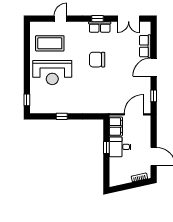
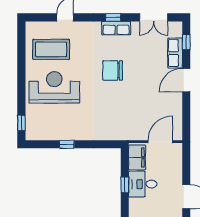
reception desk: (52, 73) -> (54, 87), turned 180
window: (154, 96) -> (186, 42), moved

